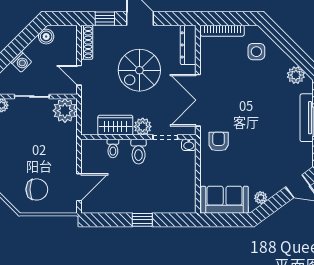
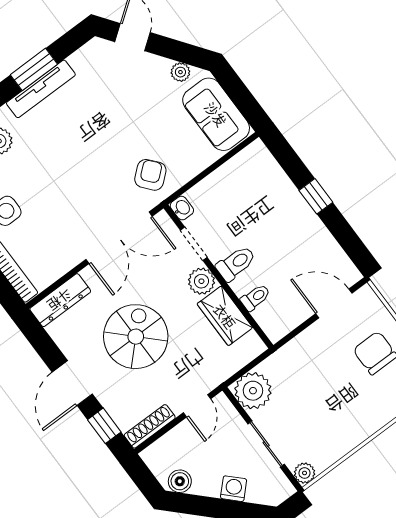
spiral stairs: (139, 70) -> (136, 337), turned -90
armchair: (219, 141) -> (150, 175), turned 140

